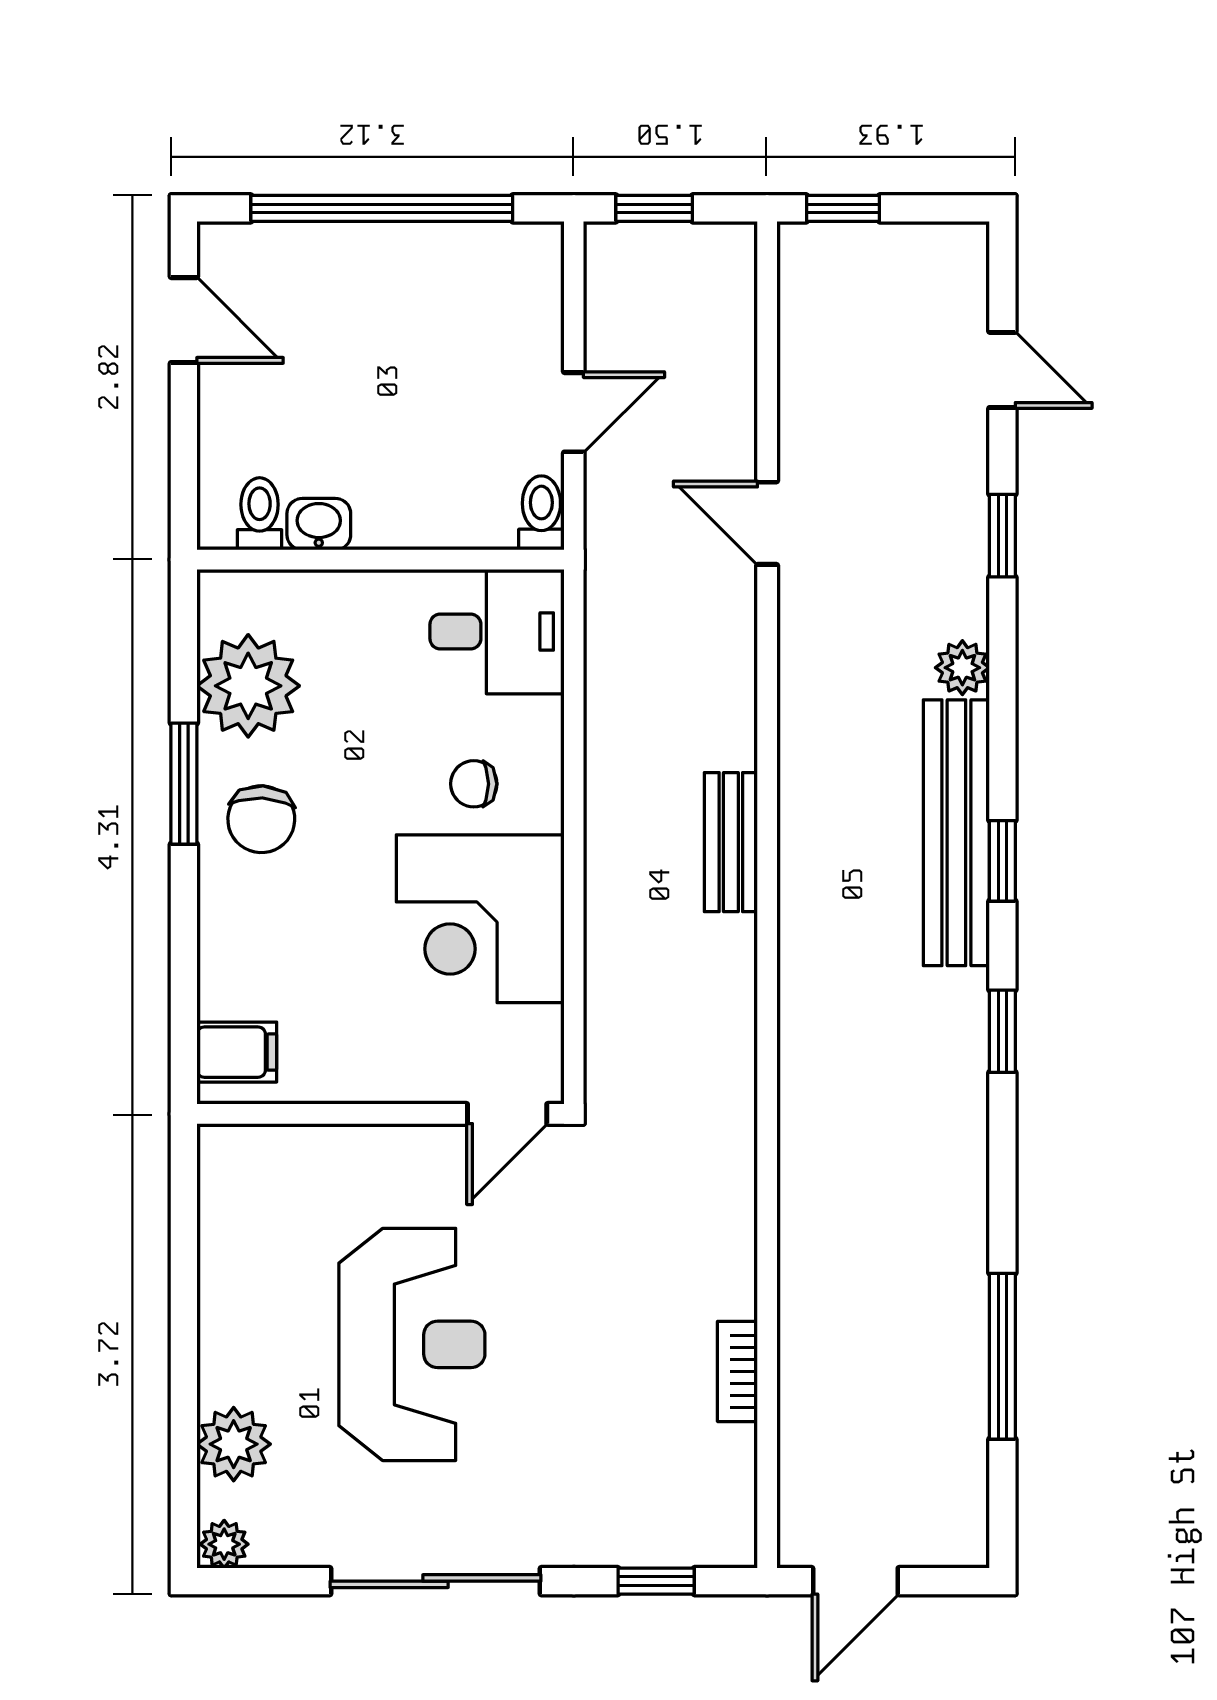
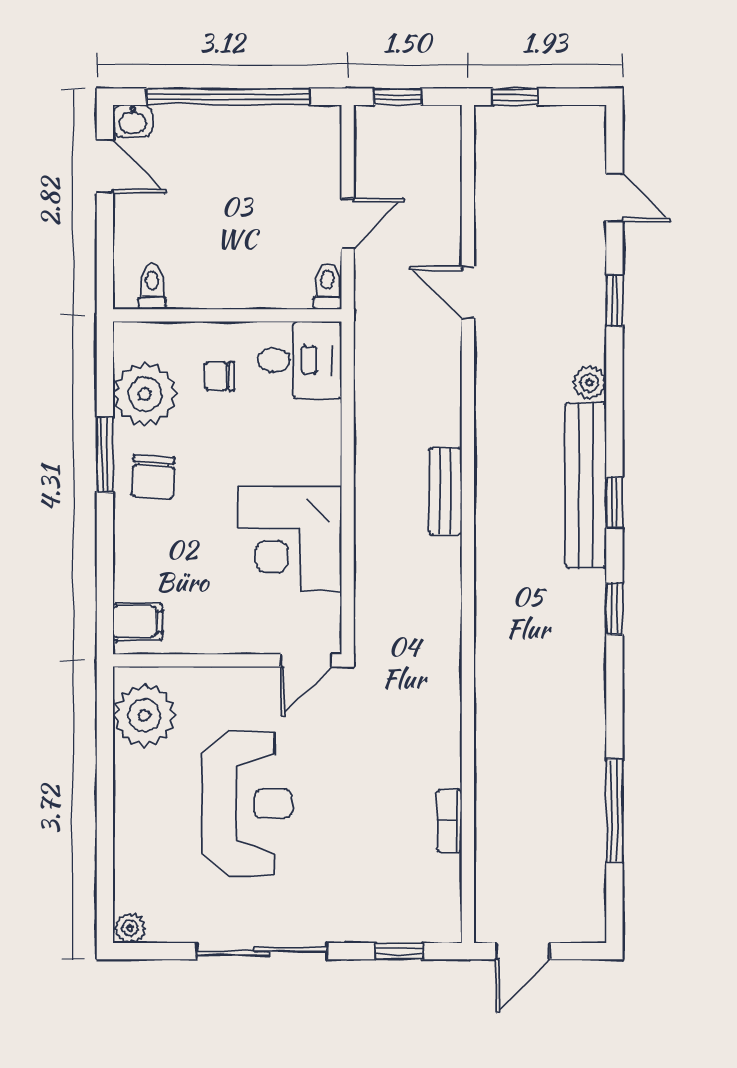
washbasin: (319, 524) -> (133, 121), moved, turned 180
chair: (474, 784) -> (219, 376), moved
plant: (234, 1444) -> (144, 715), moved, width x1.36, depth x1.36

